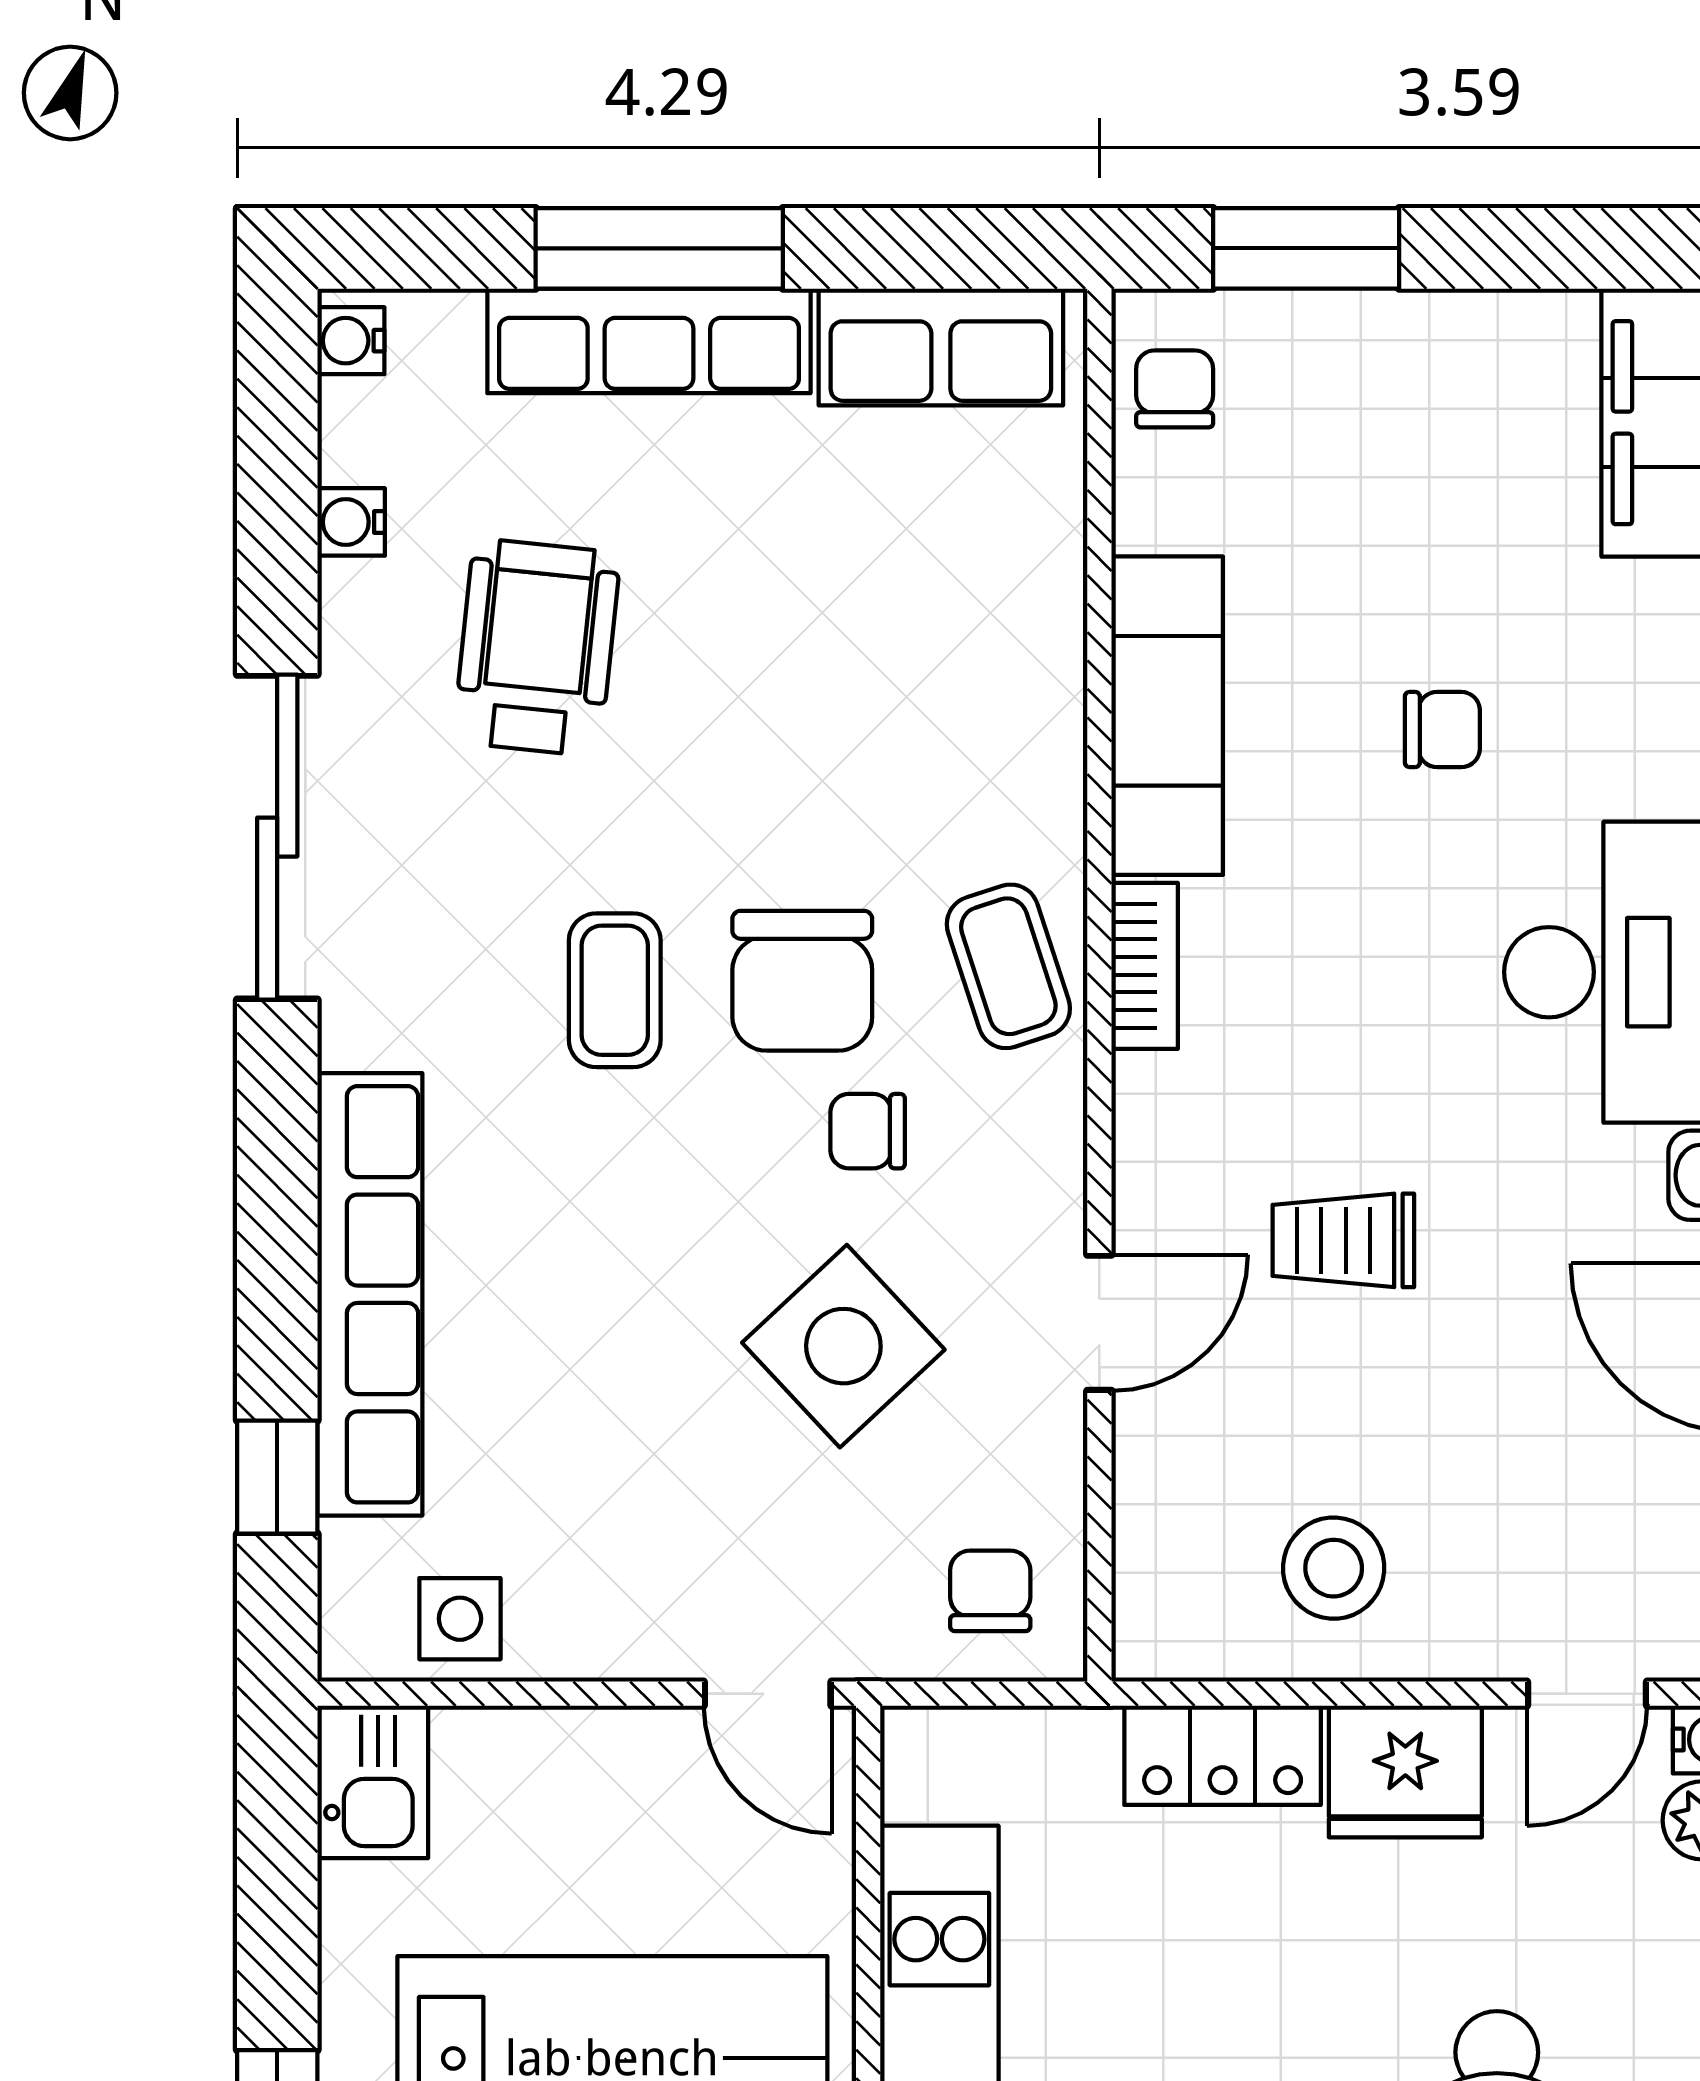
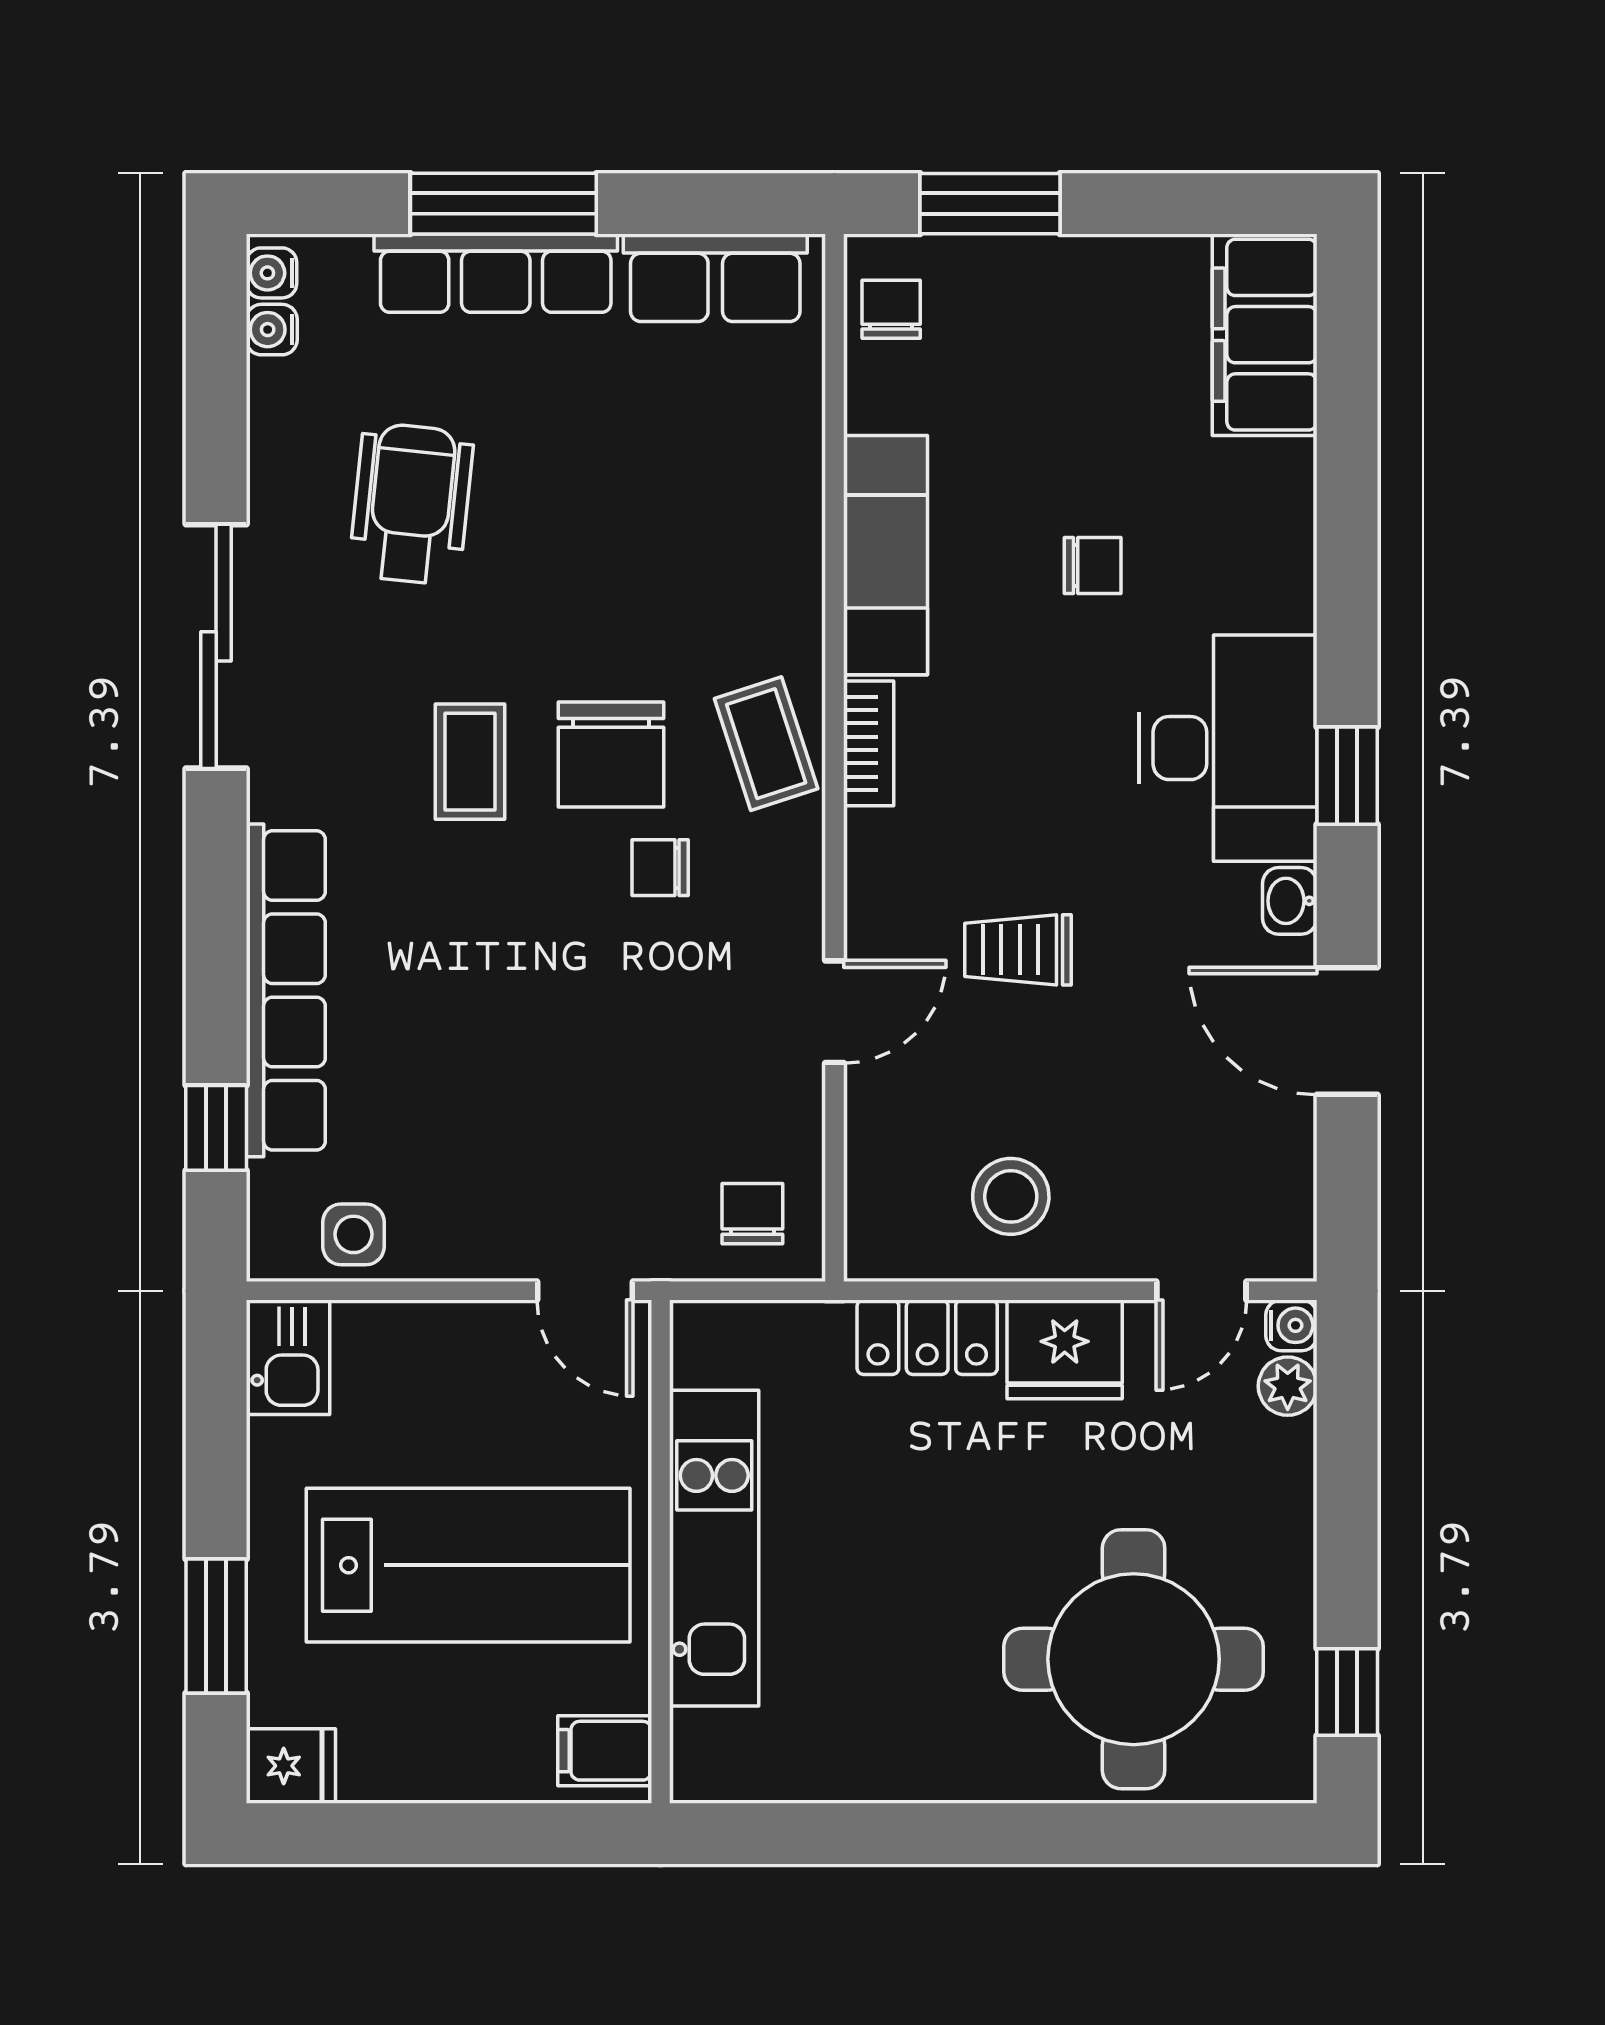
water cooler: (351, 522) -> (272, 330), moved
side table: (843, 1346) -> (642, 1029), removed

